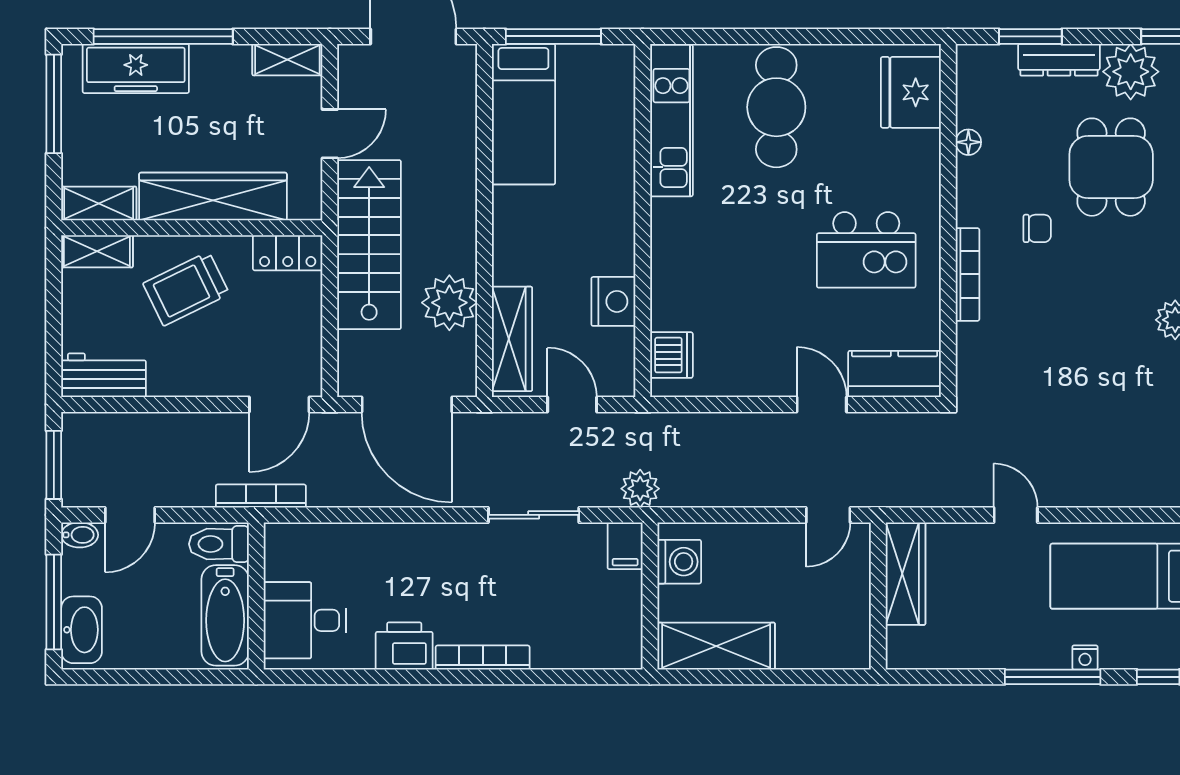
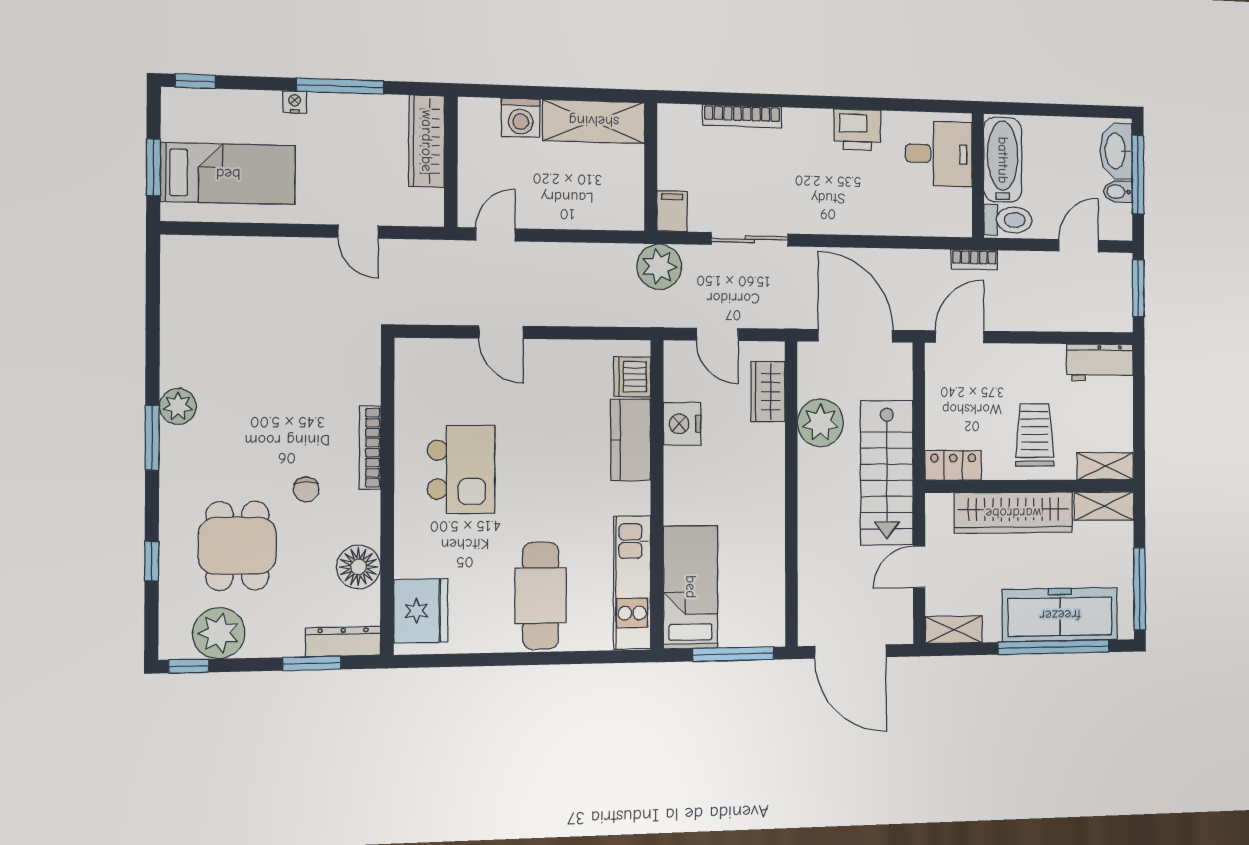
dresser: (1059, 60) -> (343, 642), moved
freezer: (136, 68) -> (1060, 615), width x1.36, depth x1.26
bed: (523, 114) -> (691, 587), moved
floor lamp: (968, 142) -> (359, 567), width x1.89, depth x1.89
chair: (1037, 228) -> (306, 489), turned -90
kitchen island: (866, 250) -> (461, 470), turned 90
trolley: (186, 289) -> (1035, 435), turned -64
wardrobe: (512, 339) -> (768, 392), width x0.67
kitchen counter: (895, 374) -> (631, 440), moved, turned 90
plant: (640, 489) -> (659, 267), width x1.36, depth x1.36
bookcase: (261, 496) -> (974, 260), width x0.64
door: (1016, 515) -> (358, 232), moved
bidet: (80, 535) -> (1118, 192), moved
washing machine: (679, 562) -> (521, 118), moved, turned -90
wardrobe: (905, 574) -> (427, 141), moved
bookcase: (483, 657) -> (742, 116), moved
nightstand: (1085, 657) -> (295, 102), moved
window: (1053, 677) -> (340, 86), moved

